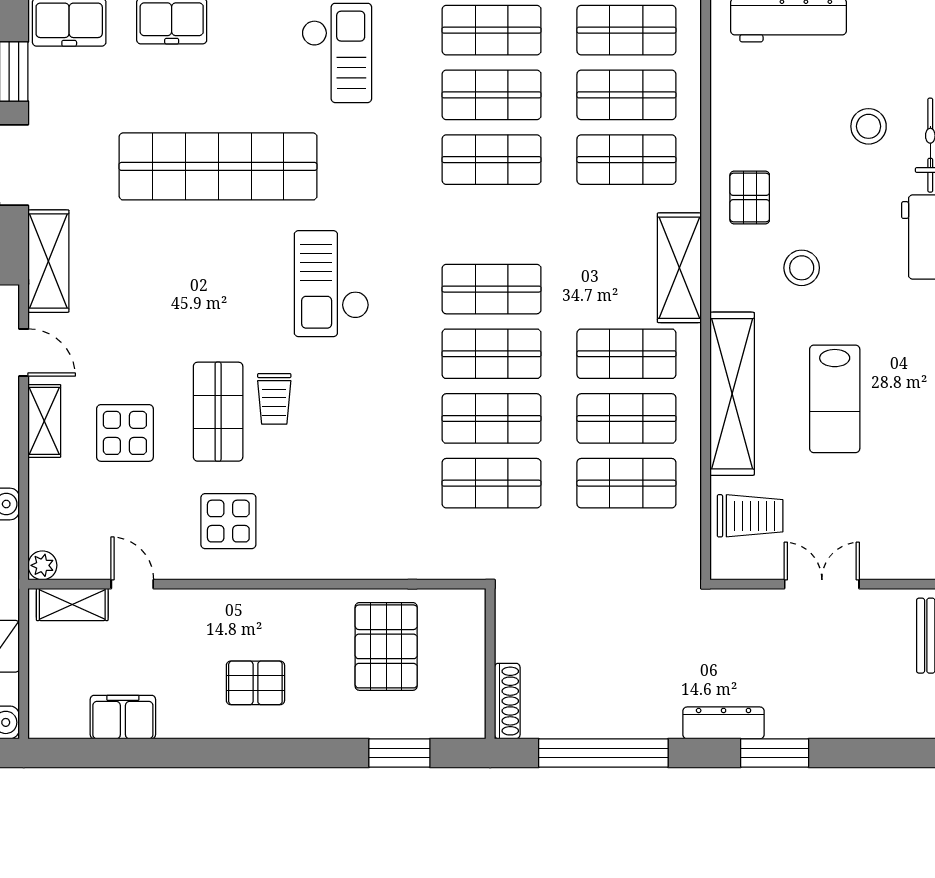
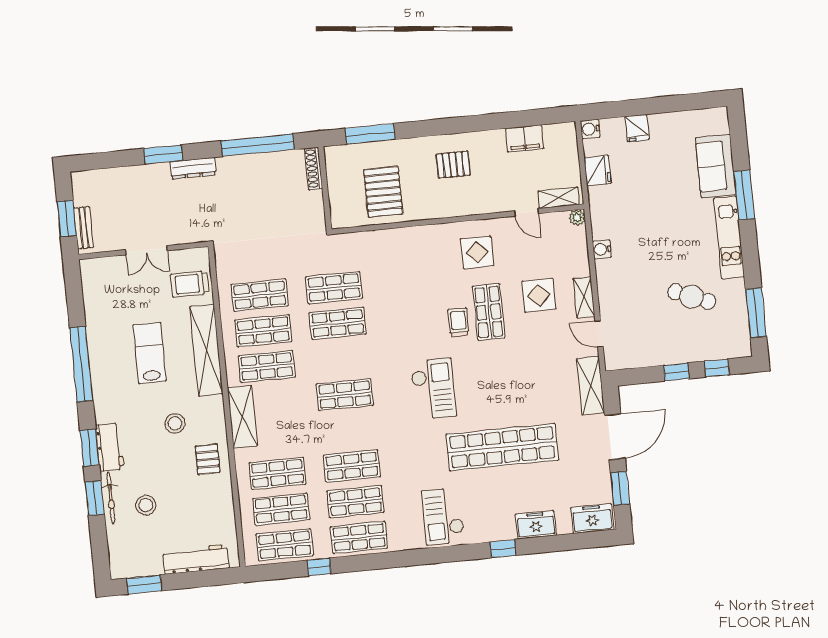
shop shelf: (492, 354) -> (341, 359), removed
window: (399, 753) -> (370, 134), width x1.44

